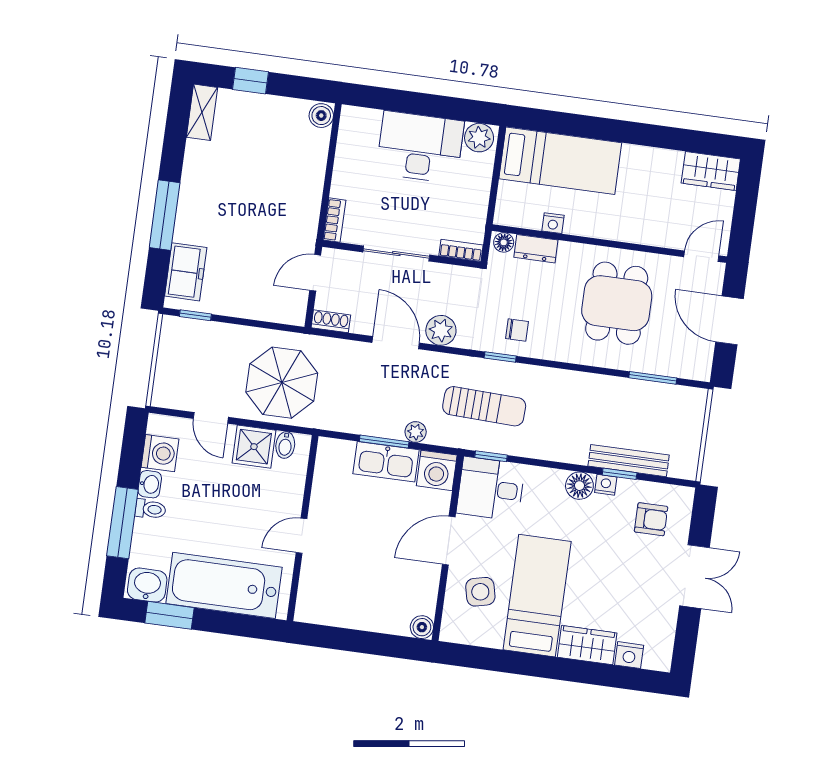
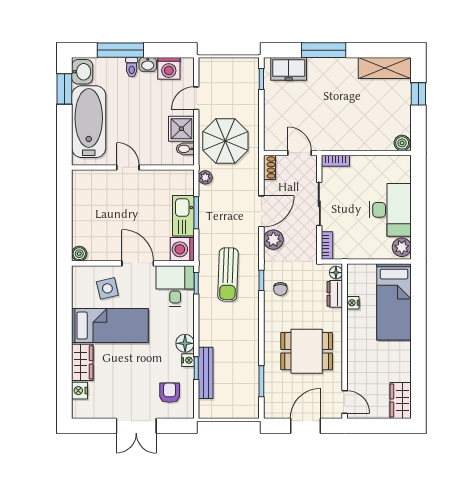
shelving: (202, 112) -> (385, 68), width x1.50, depth x1.33
plant: (416, 432) -> (205, 177), moved
armchair: (651, 519) -> (170, 393), turned 180

